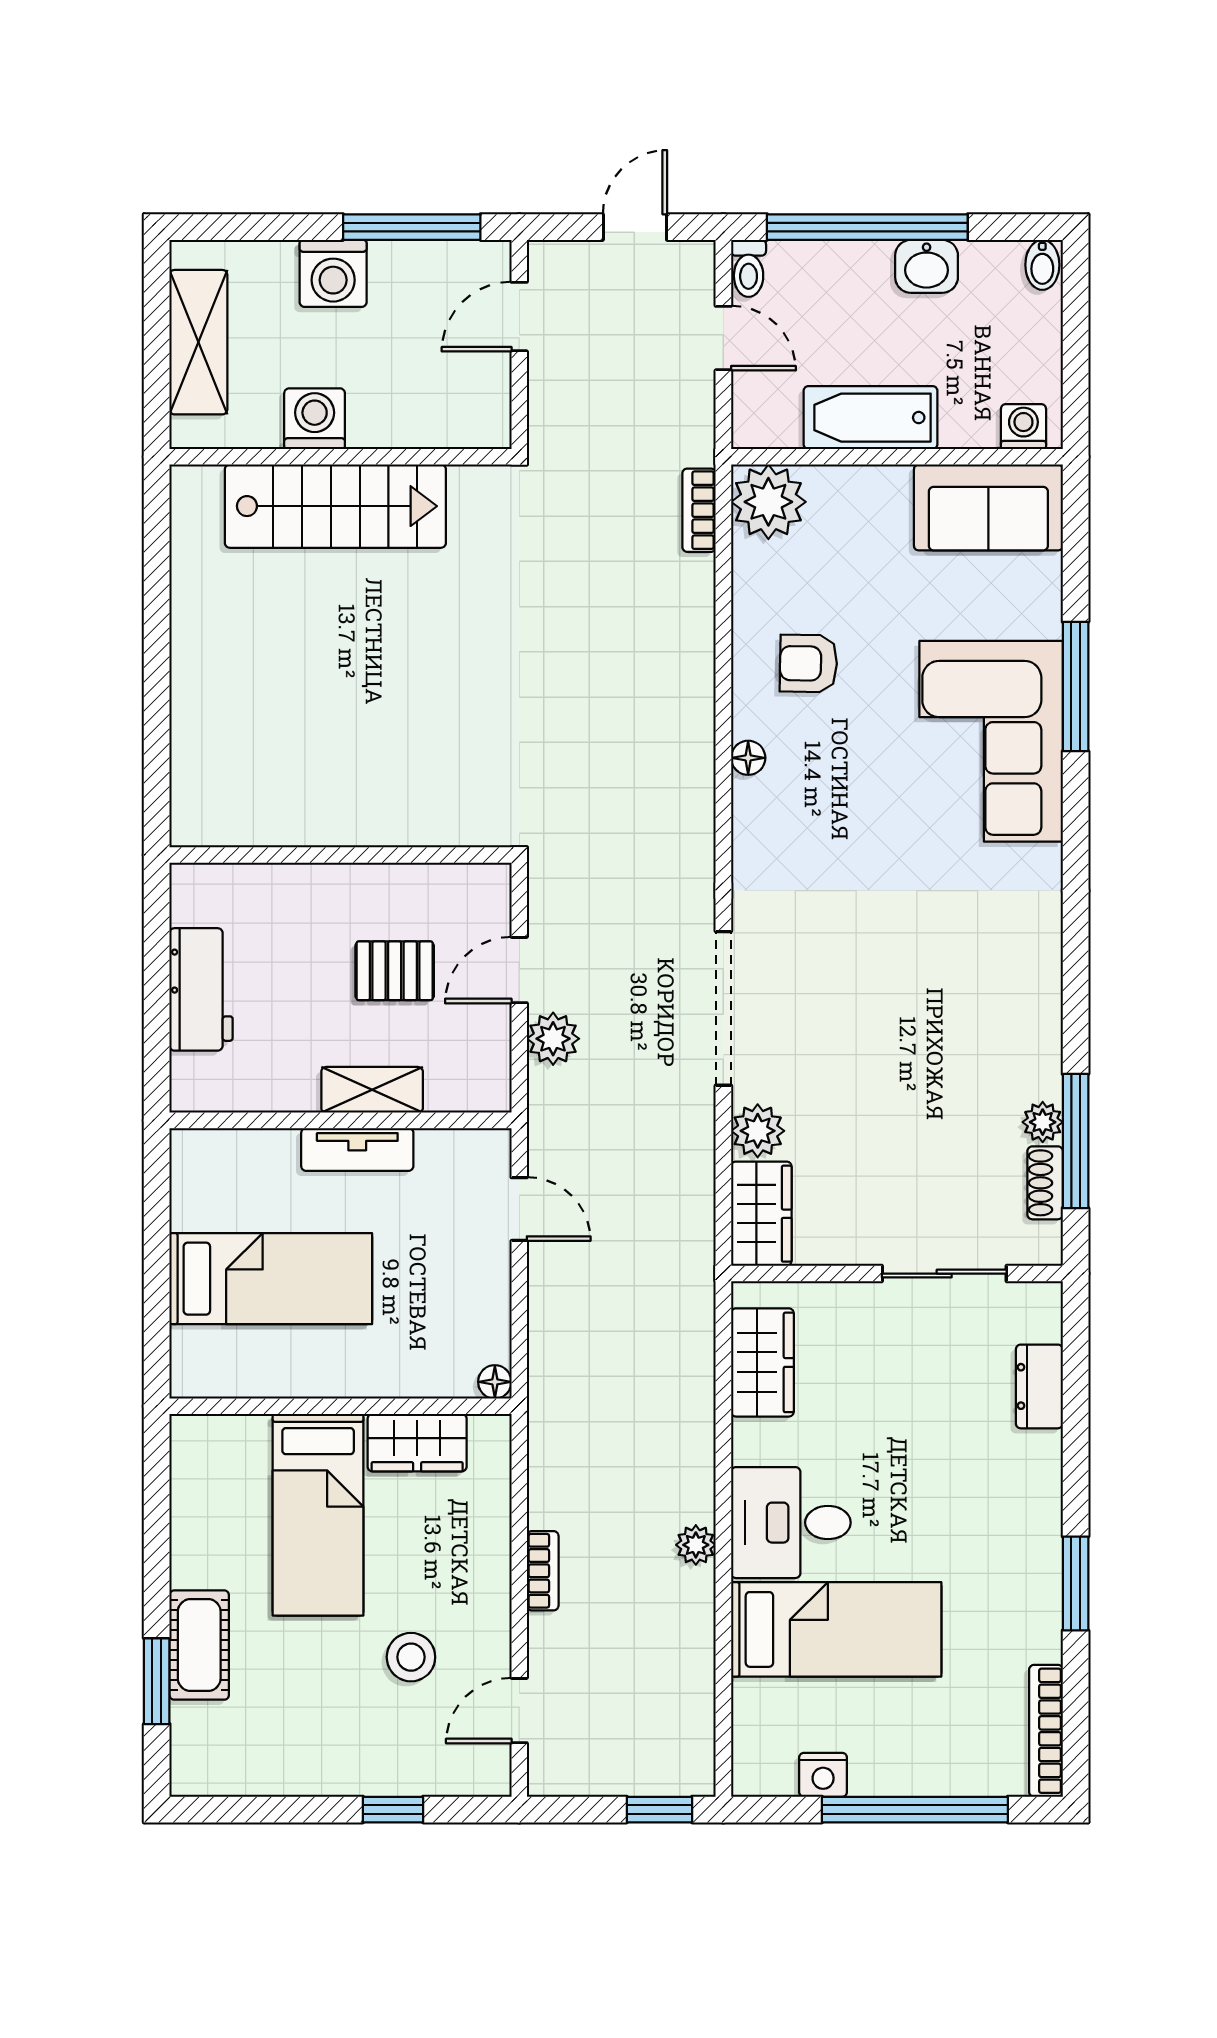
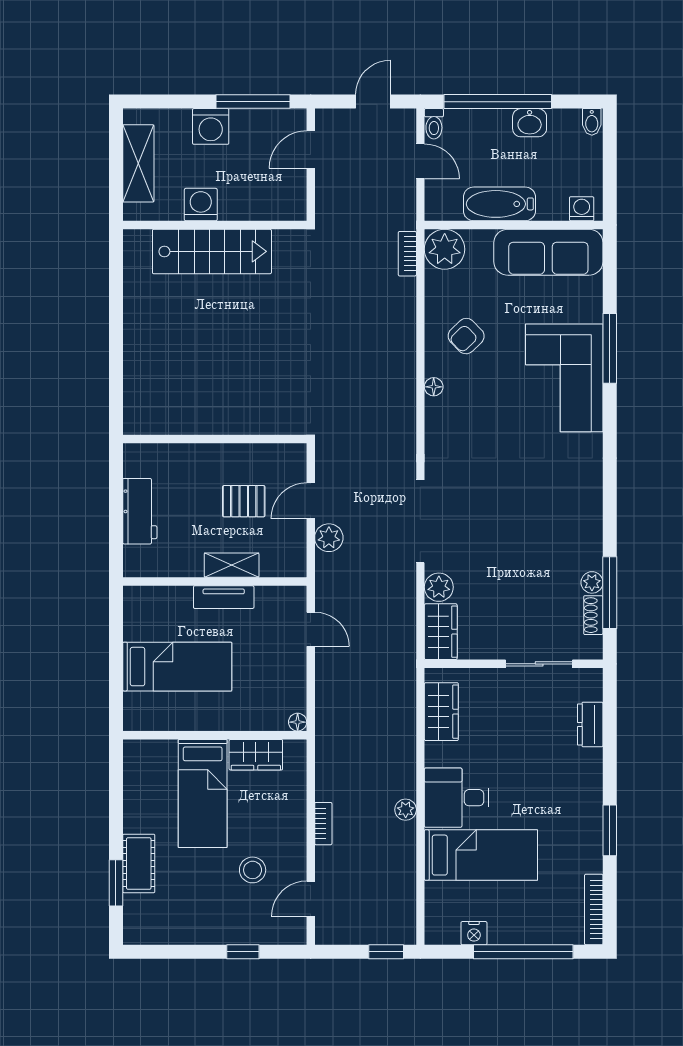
sofa: (988, 507) -> (548, 252), width x1.36
armchair: (809, 663) -> (466, 336), turned -45

